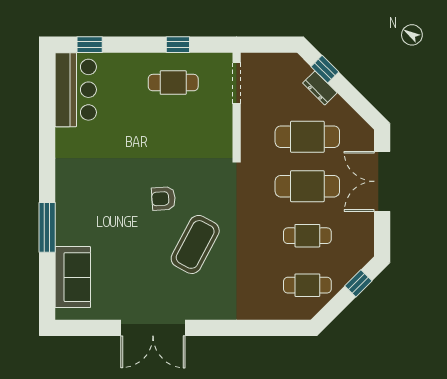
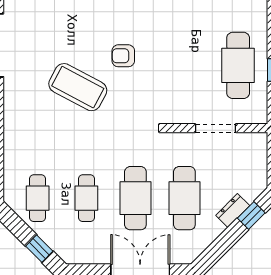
cafe table: (173, 83) -> (238, 65), width x1.37, depth x1.35
doorway: (237, 83) -> (216, 128), moved
armchair: (163, 199) -> (123, 56), turned -86

